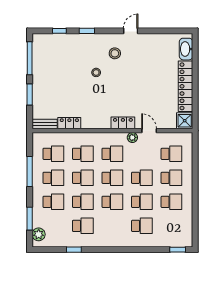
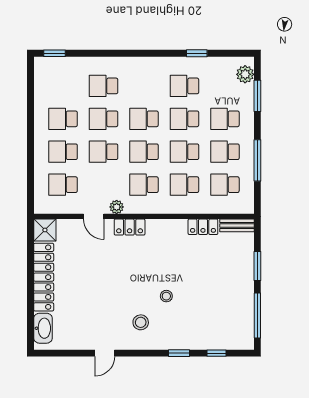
door: (131, 31) -> (105, 353), moved

